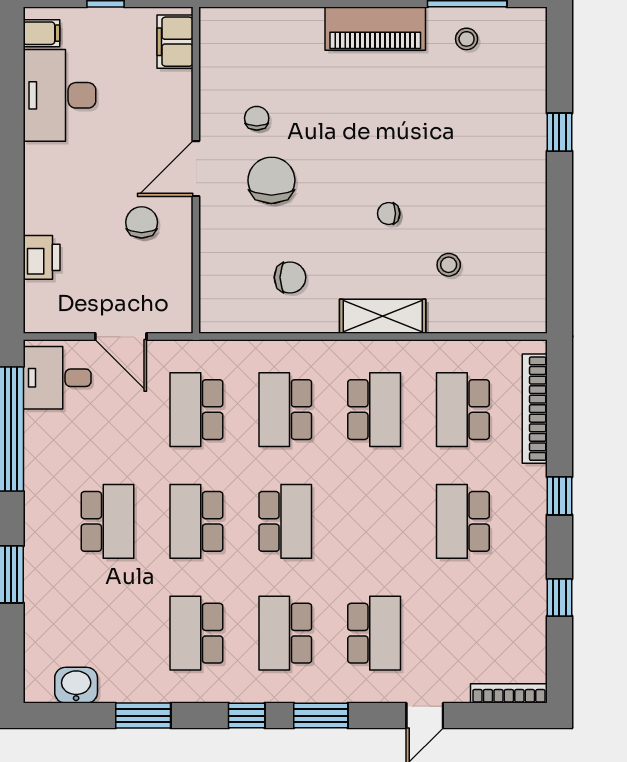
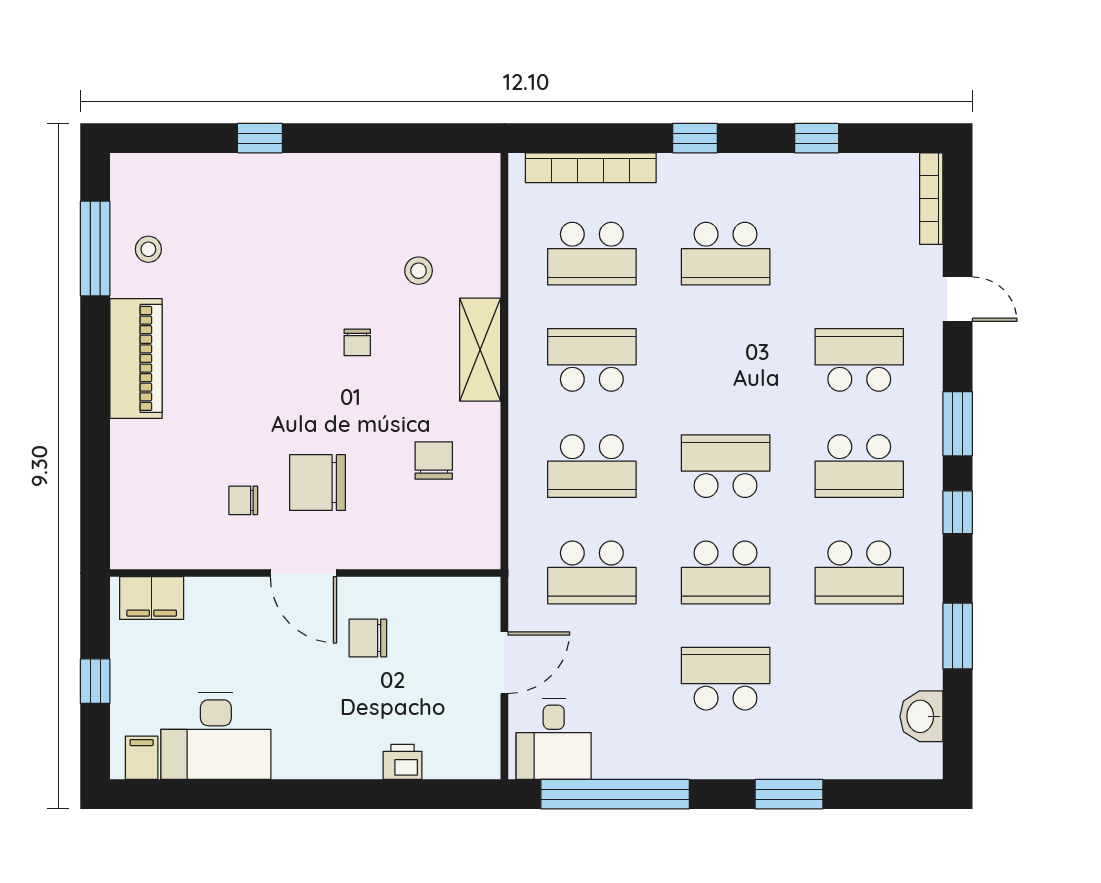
printer: (42, 257) -> (403, 762), width x0.73, depth x0.81

